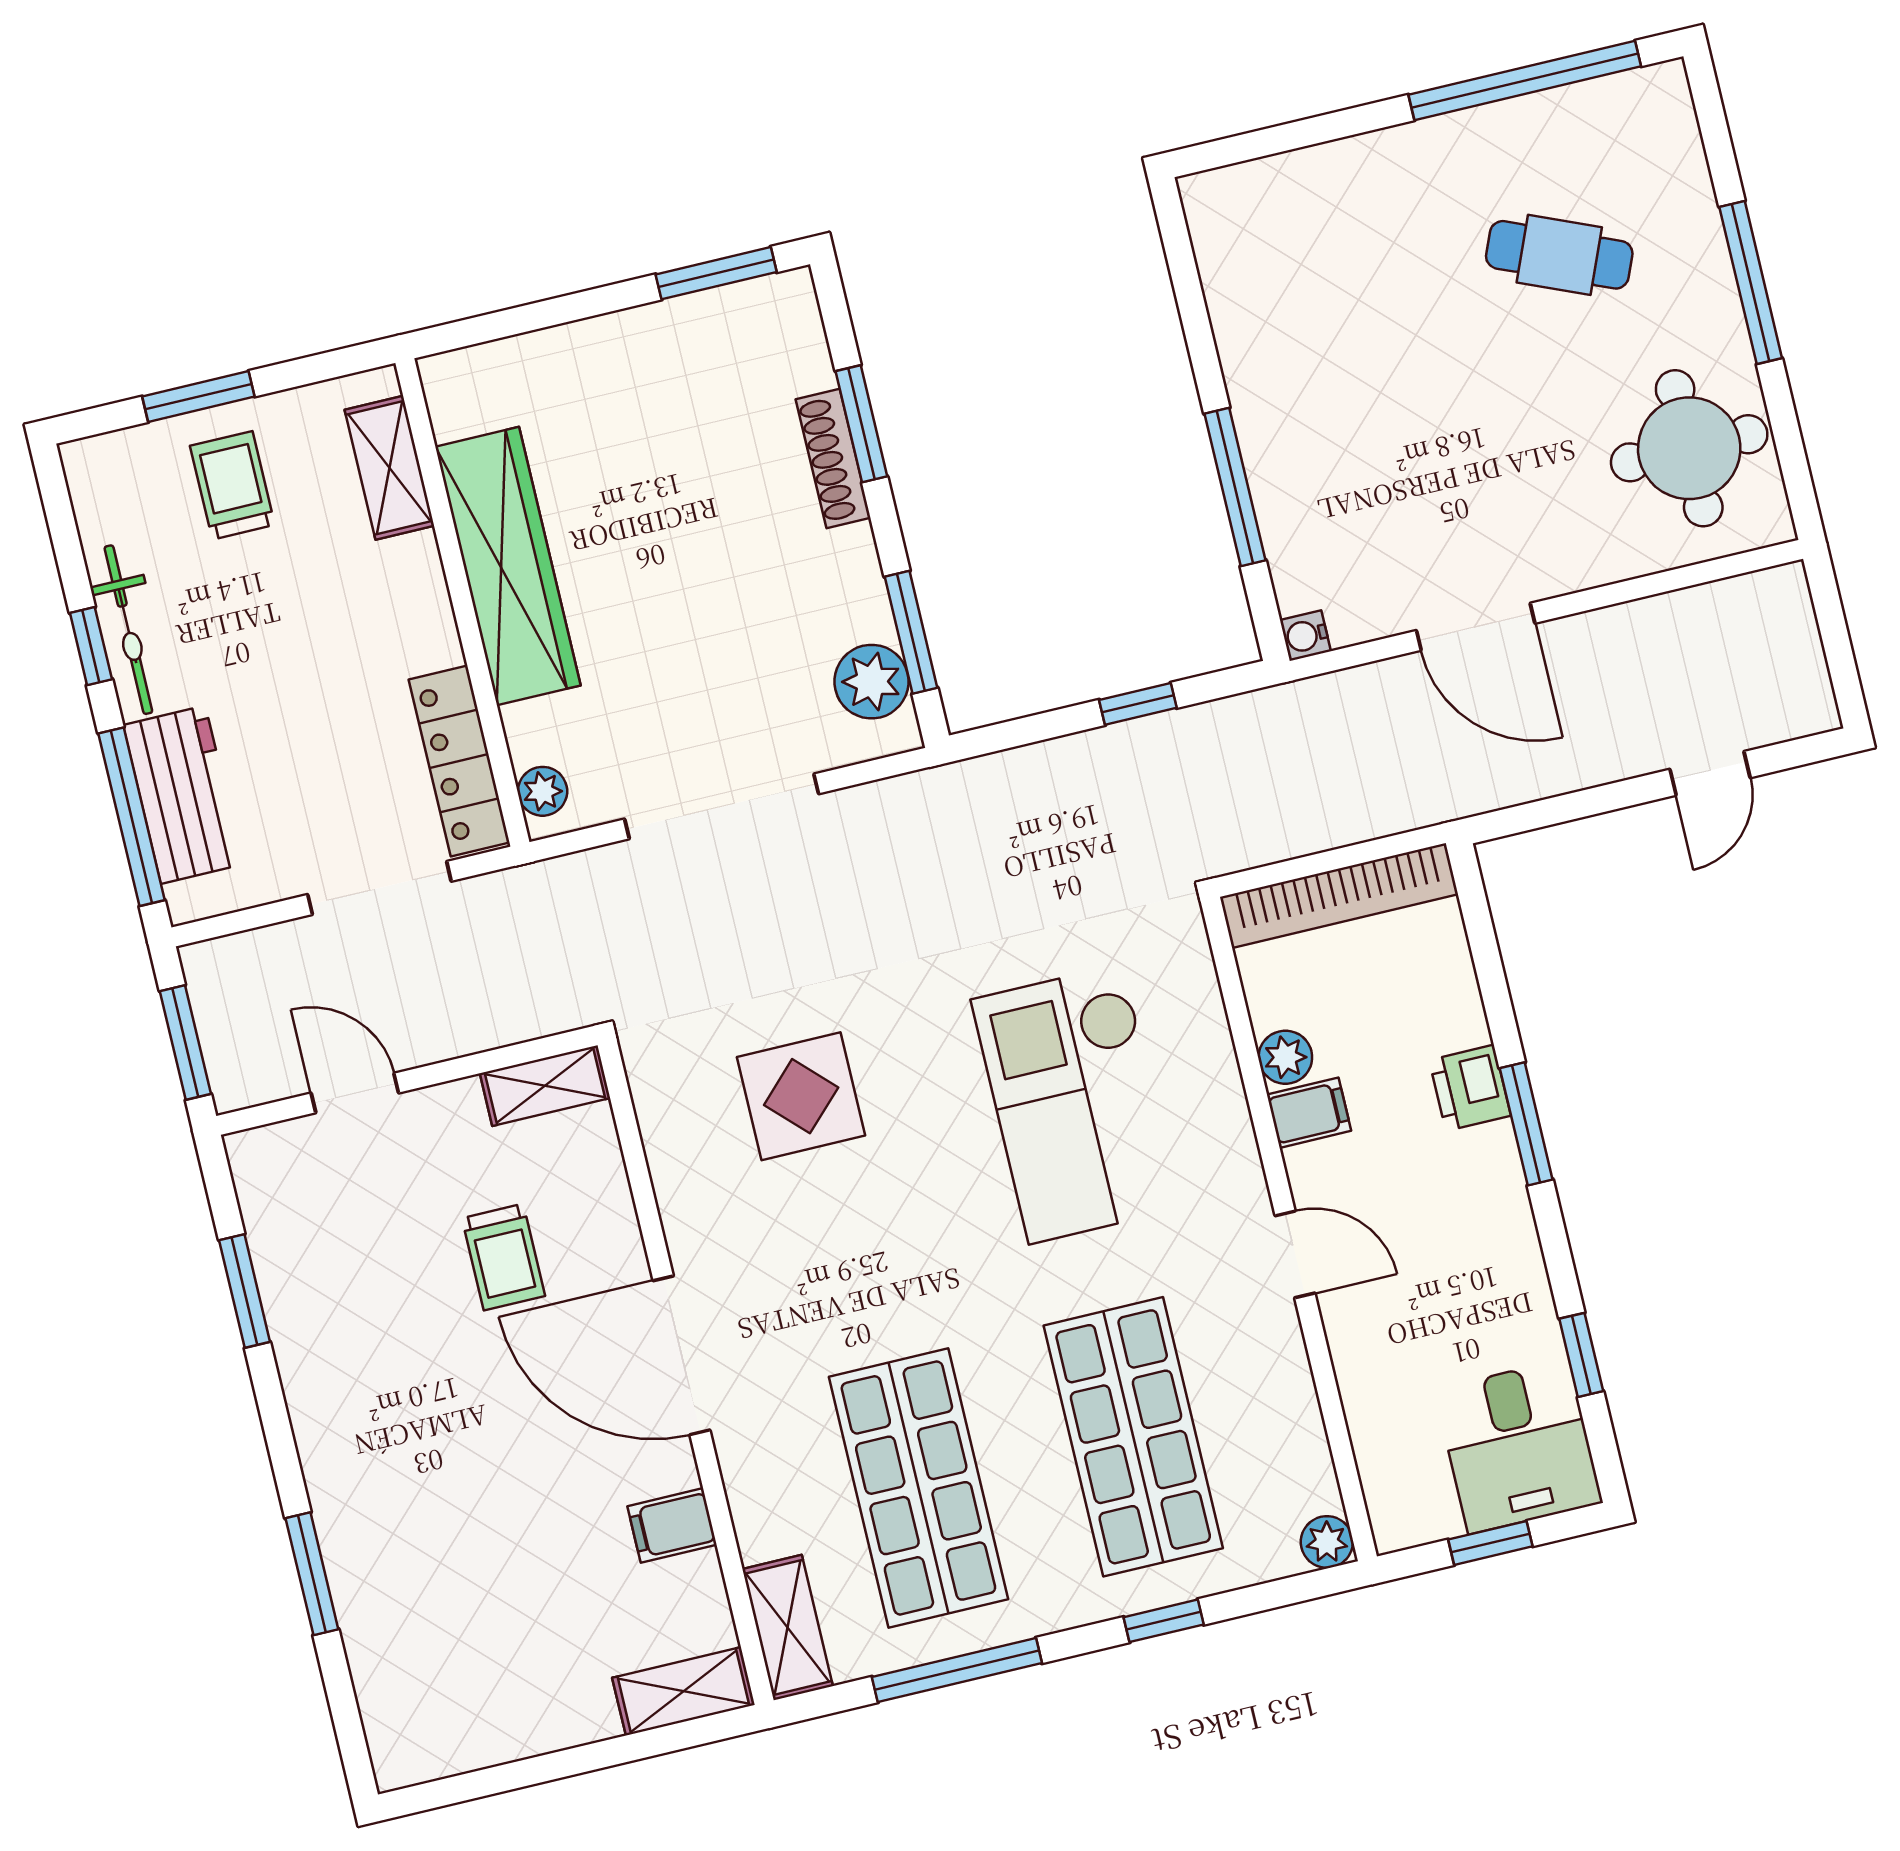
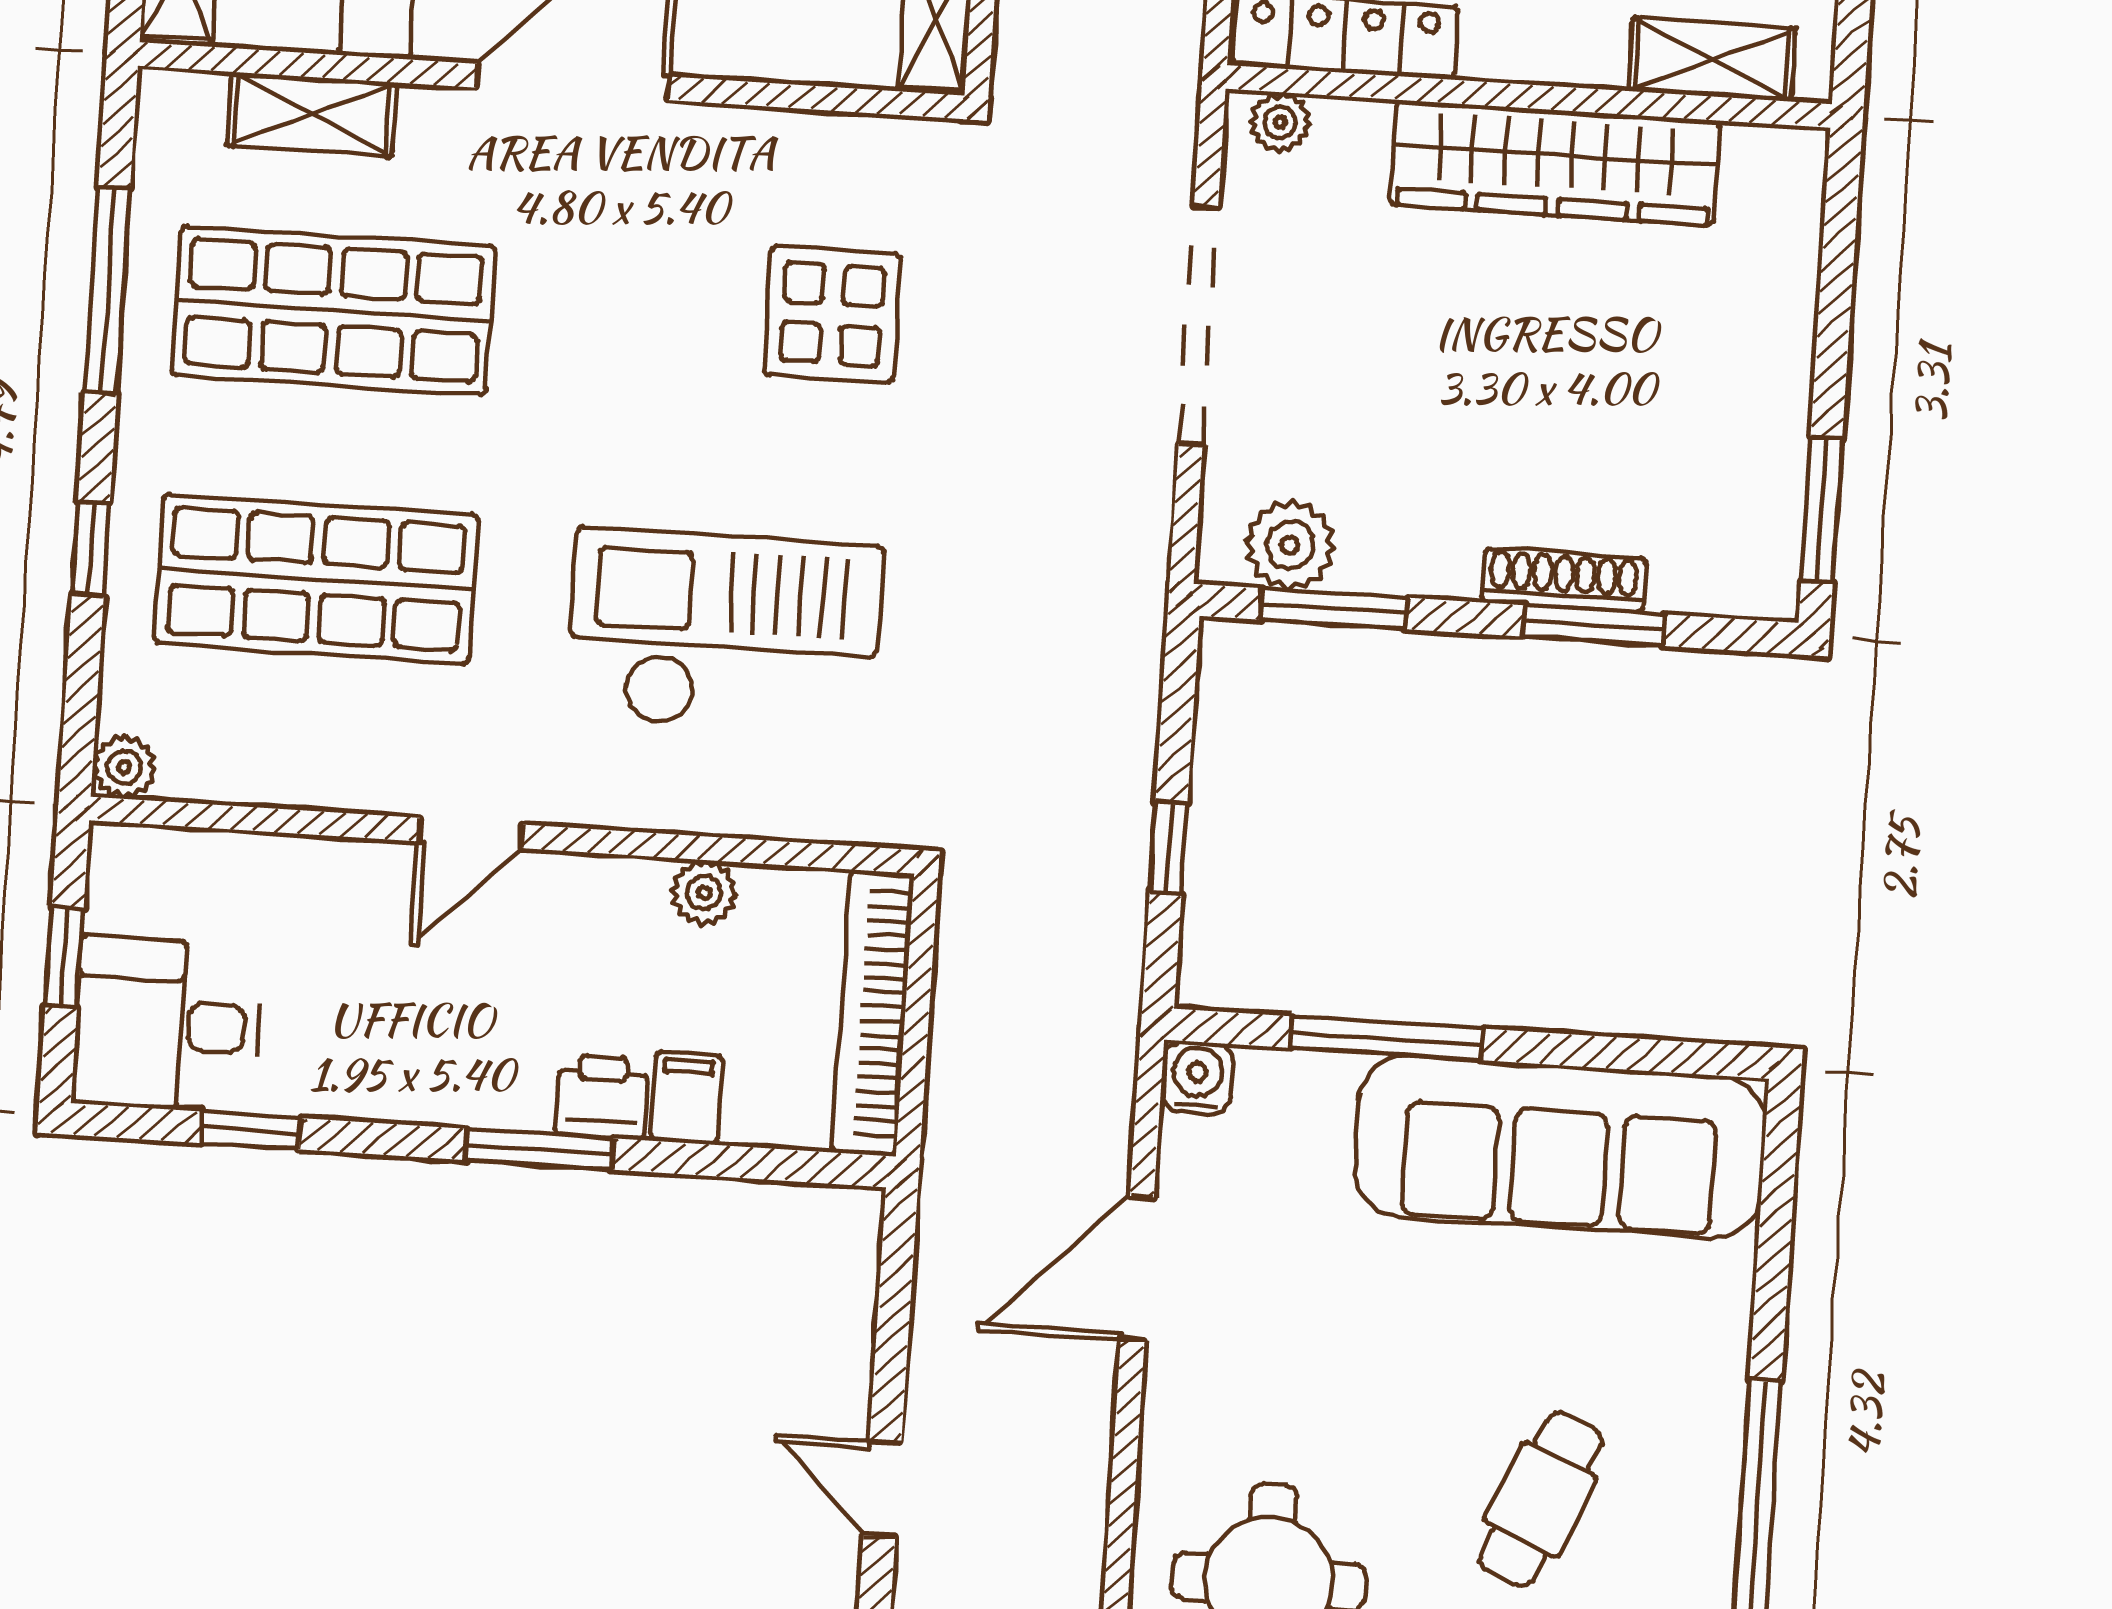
sofa: (1278, 325) -> (1560, 1146), added
water cooler: (1305, 636) -> (1197, 1078), width x1.38, depth x1.38
filing cabinet: (1309, 1113) -> (687, 1098), moved, turned 180
shelving: (788, 1628) -> (312, 114), moved

